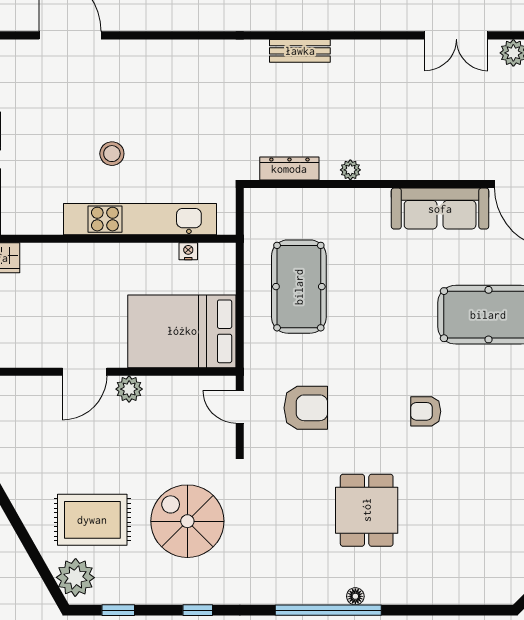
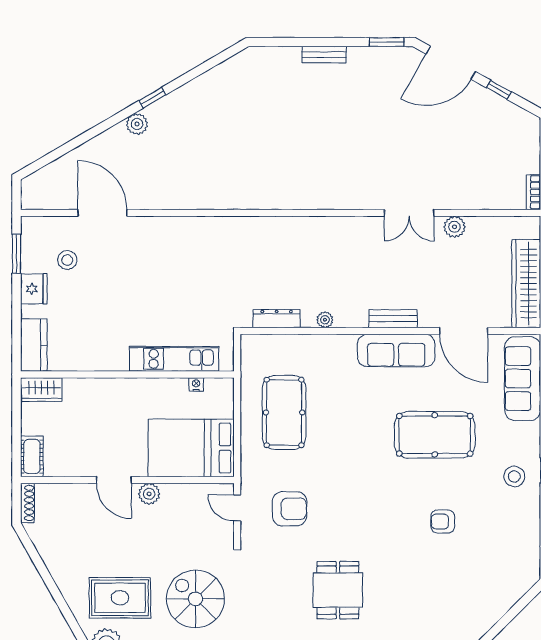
bench: (300, 51) -> (393, 319), moved
stool: (112, 154) -> (67, 260), moved
kitchen unit: (140, 219) -> (174, 359), width x0.73
door: (85, 372) -> (114, 480), hinge flipped
armchair: (426, 411) -> (443, 522), moved

